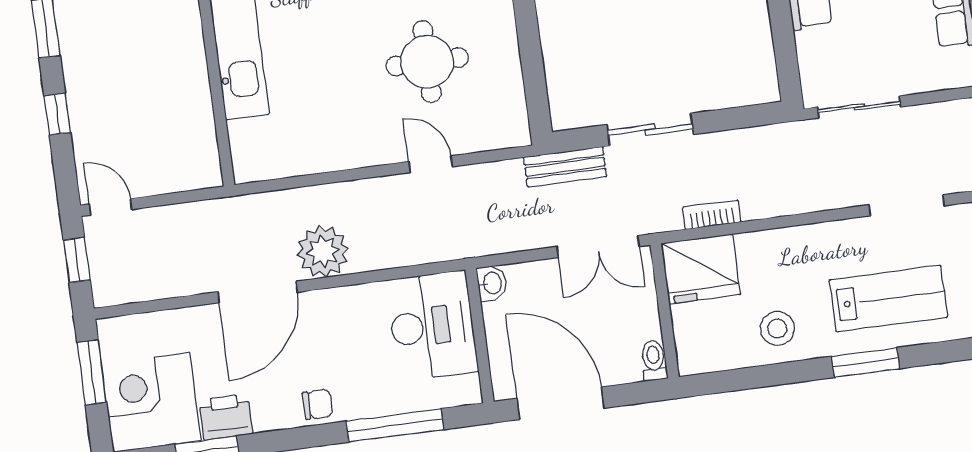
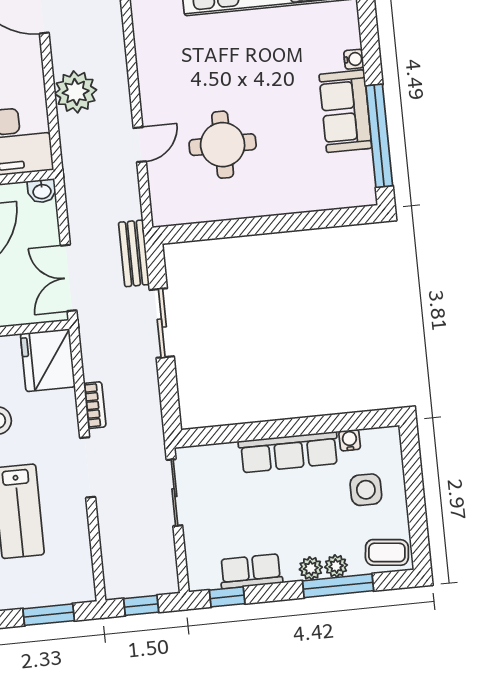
doorway: (907, 205) -> (88, 467), moved
bookcase: (712, 215) -> (95, 405), moved
plant: (323, 252) -> (76, 92), moved

